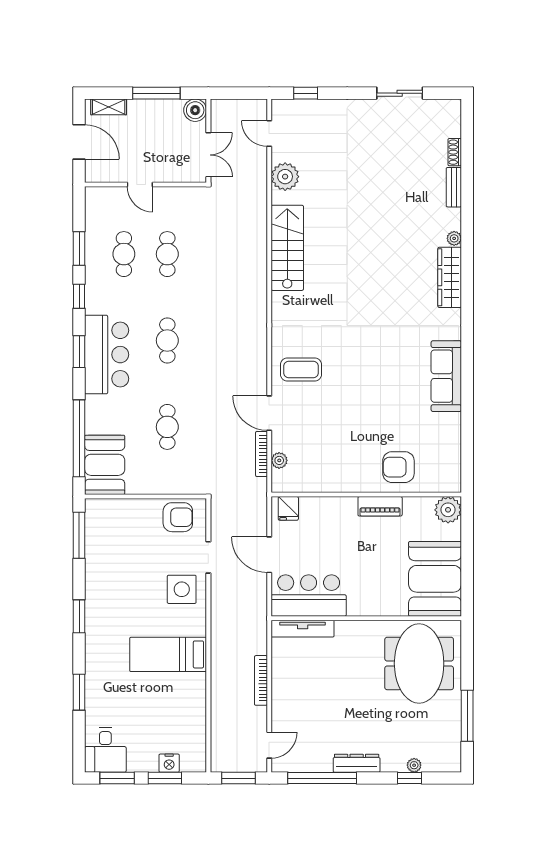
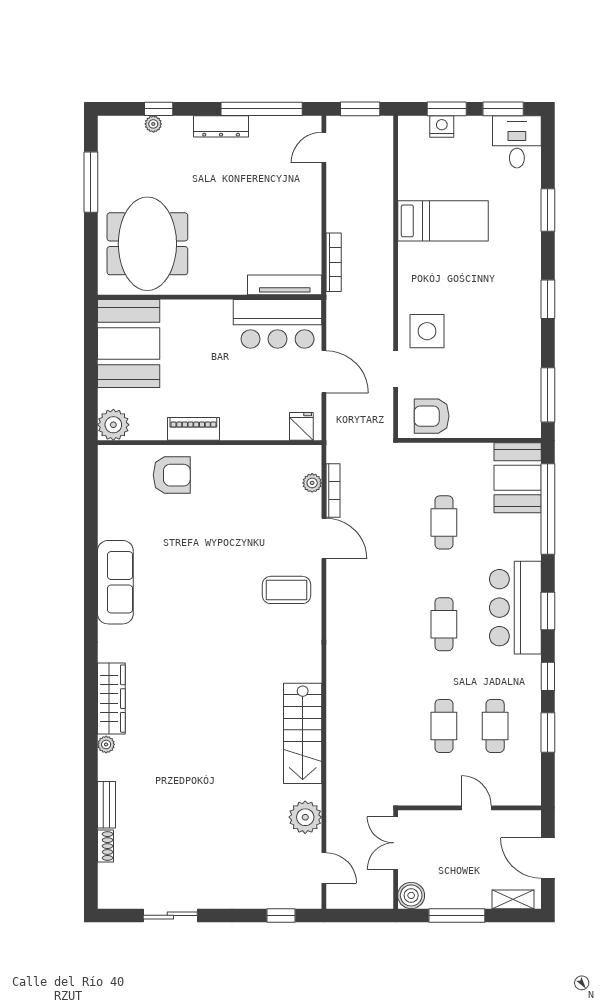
bed: (168, 654) -> (443, 221), moved
bookcase: (261, 680) -> (334, 262), moved

